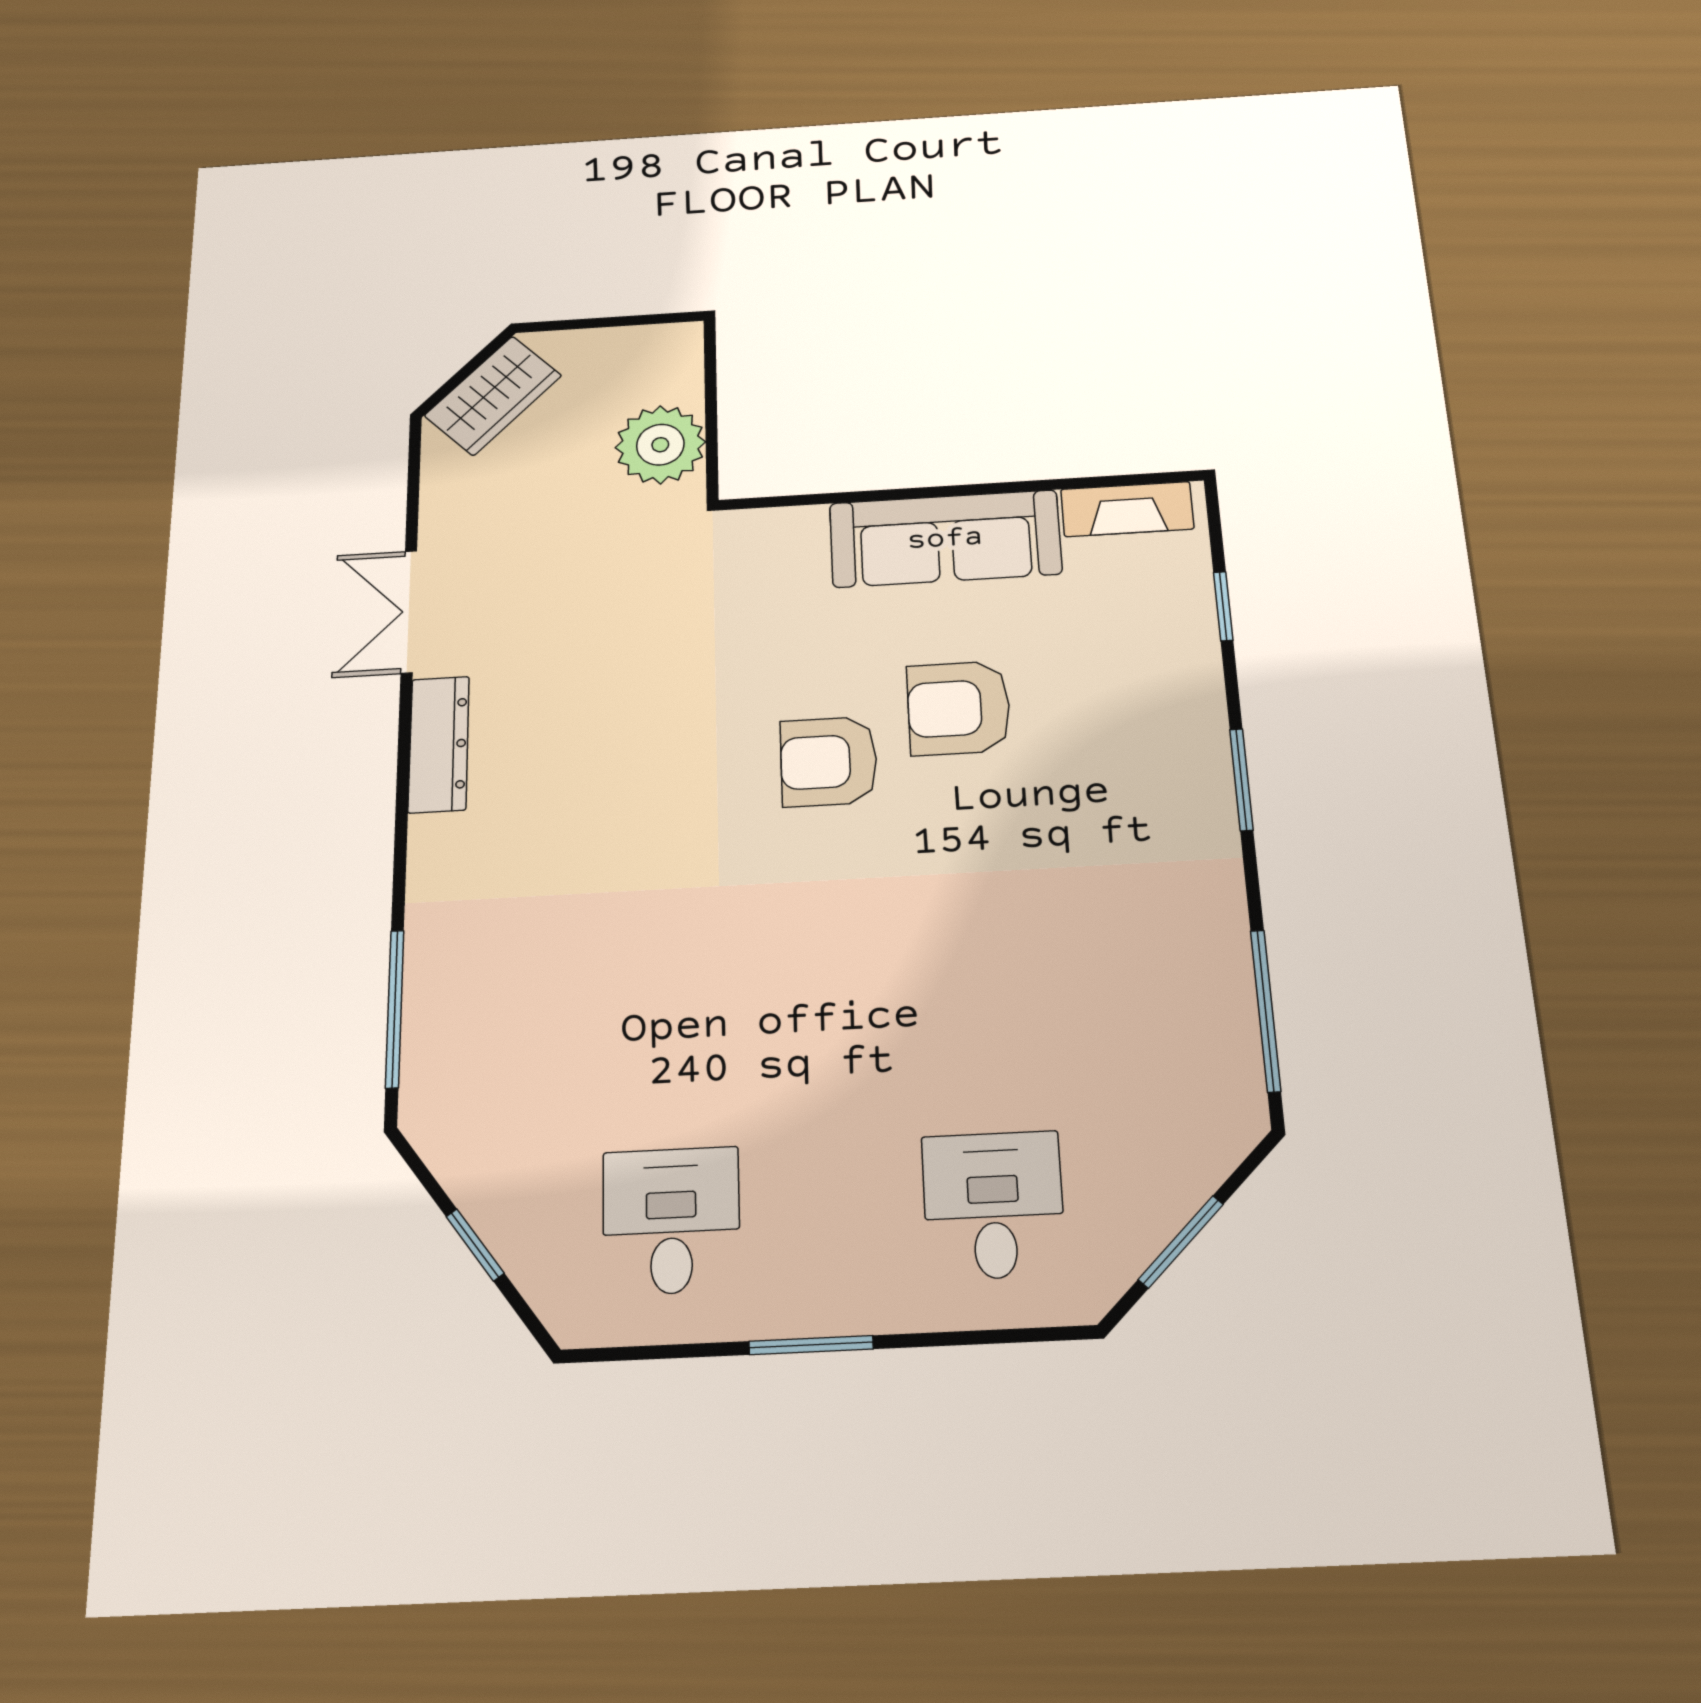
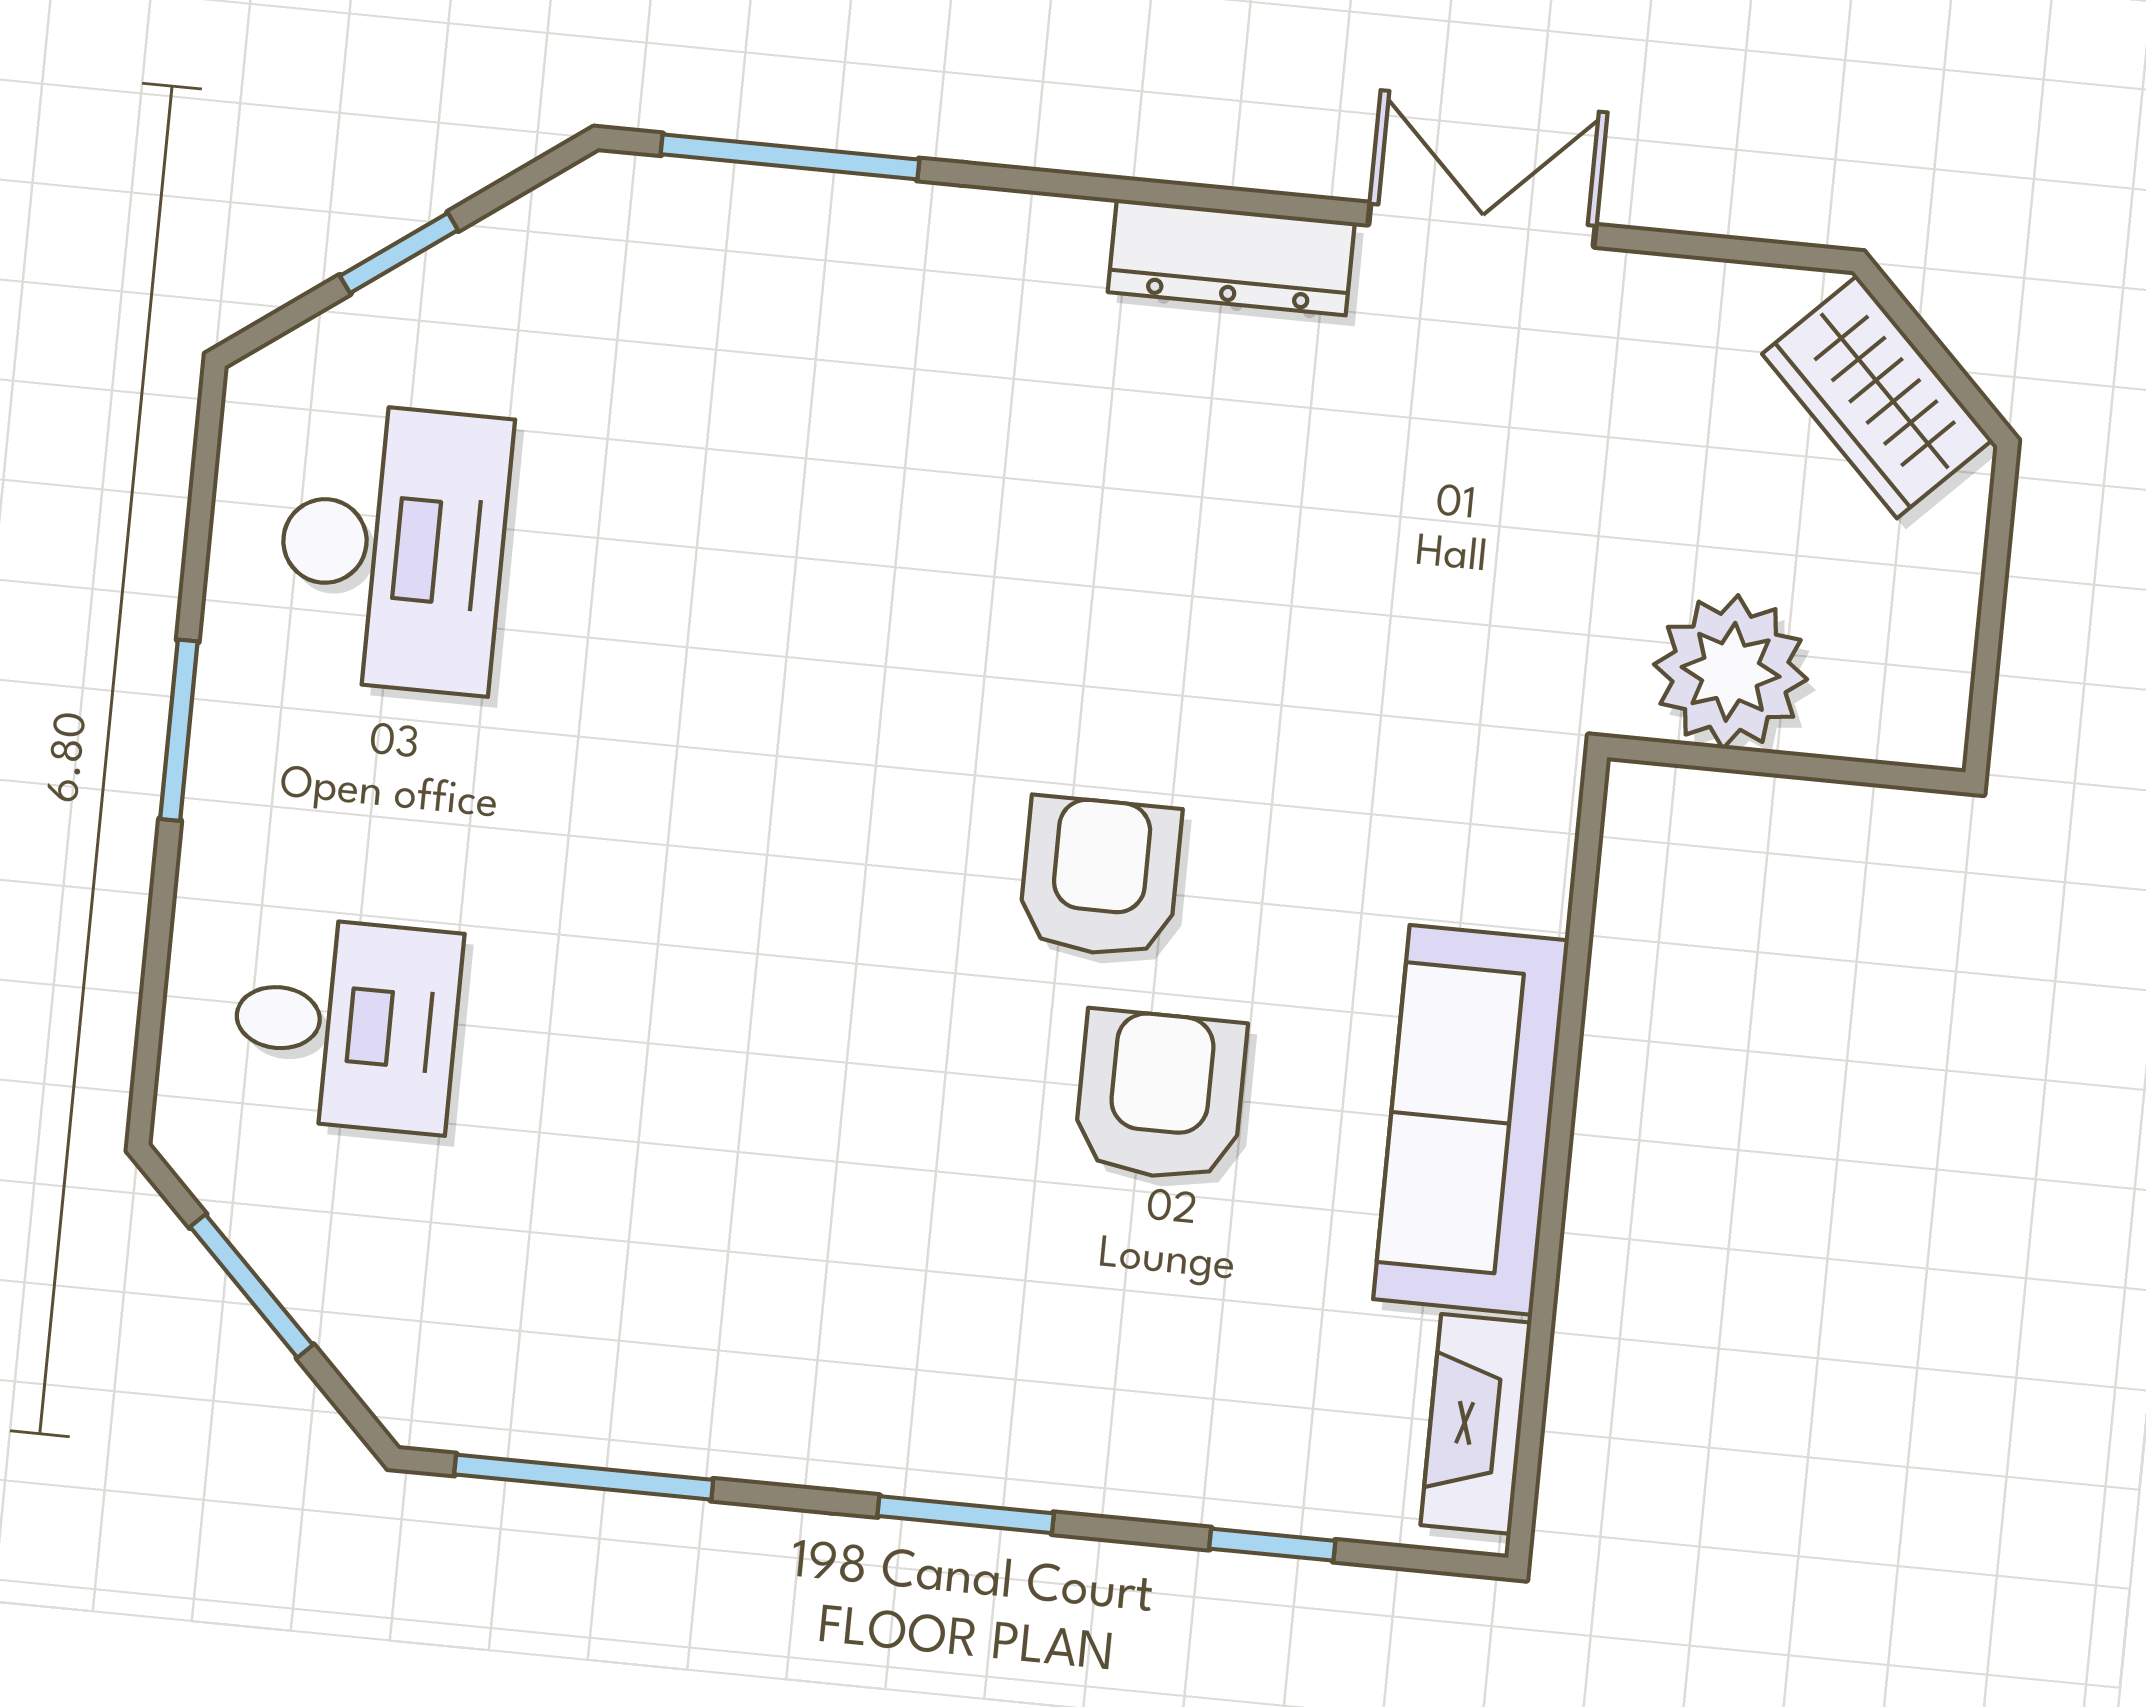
desk: (671, 1221) -> (393, 548), width x1.37

